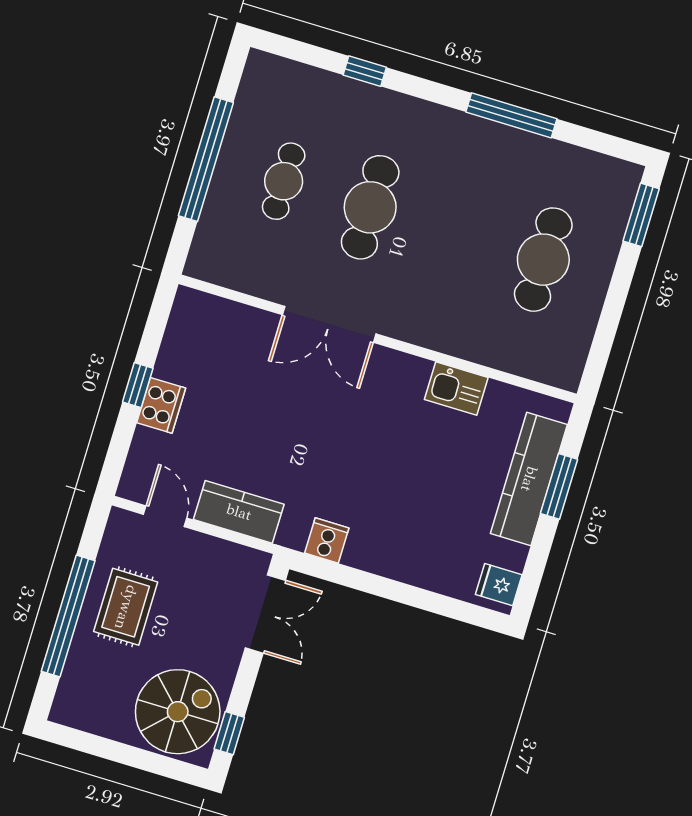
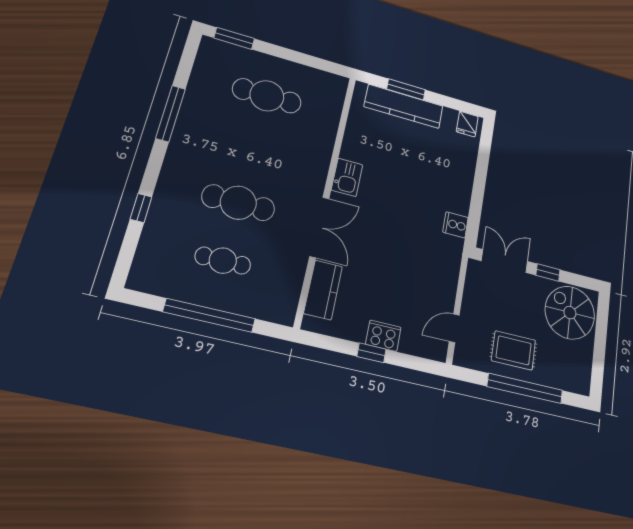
kitchen sink: (456, 389) -> (347, 177), moved
kitchen counter: (239, 512) -> (323, 290), moved, turned 180
window: (229, 733) -> (548, 272), moved

